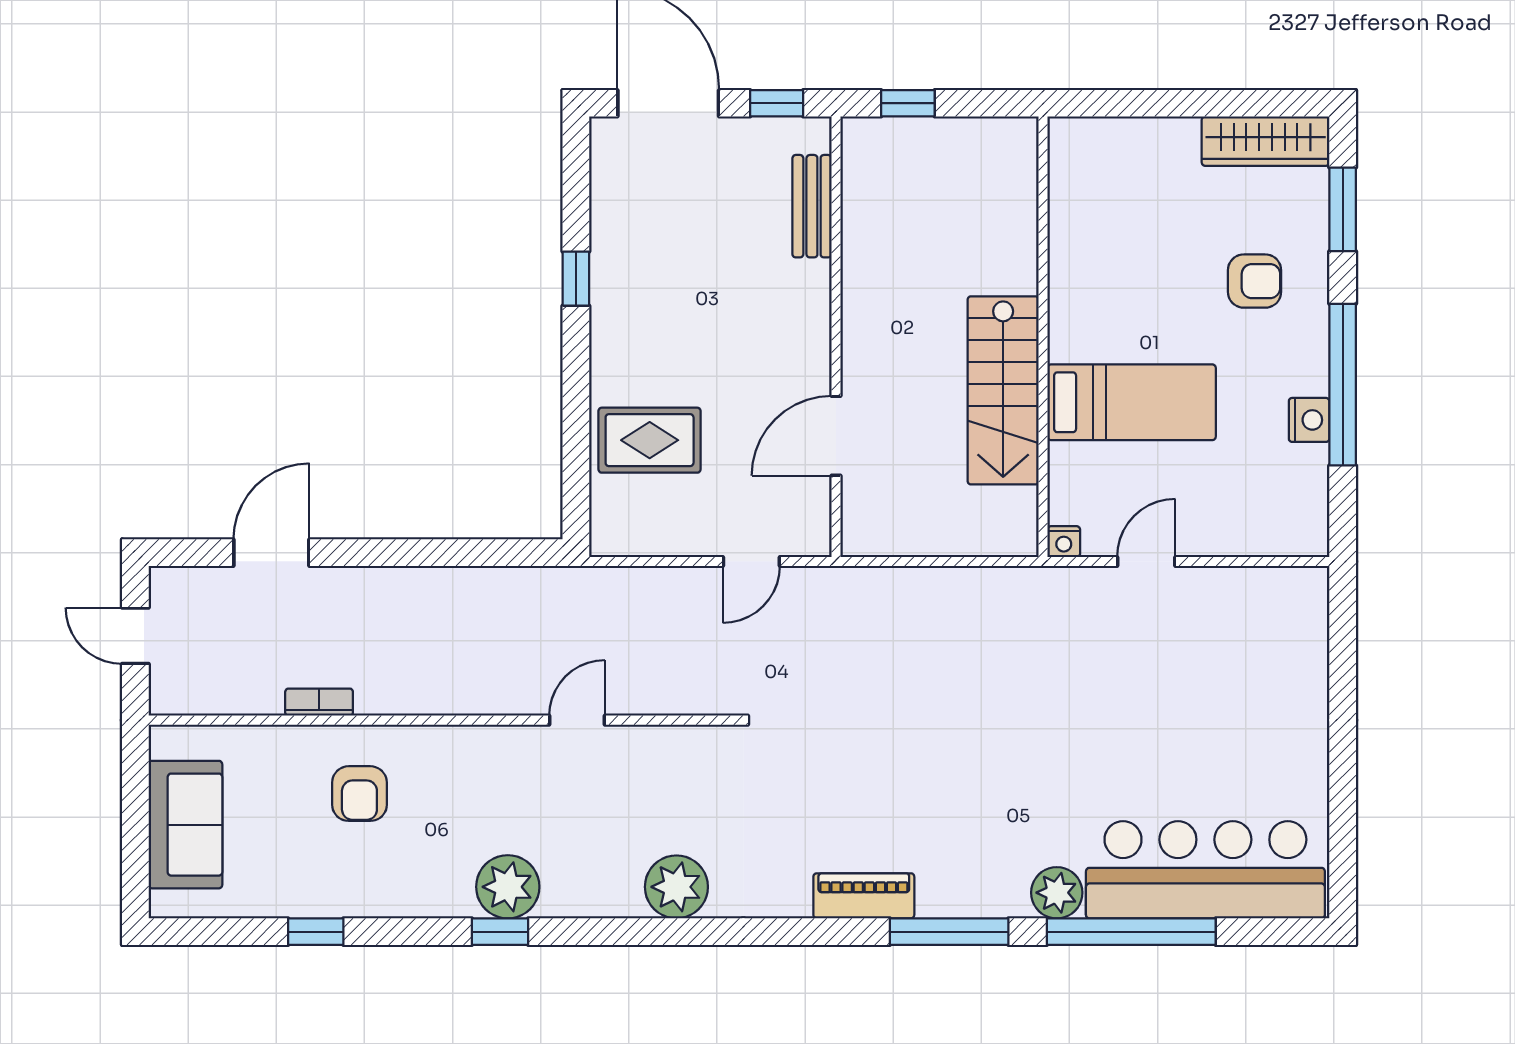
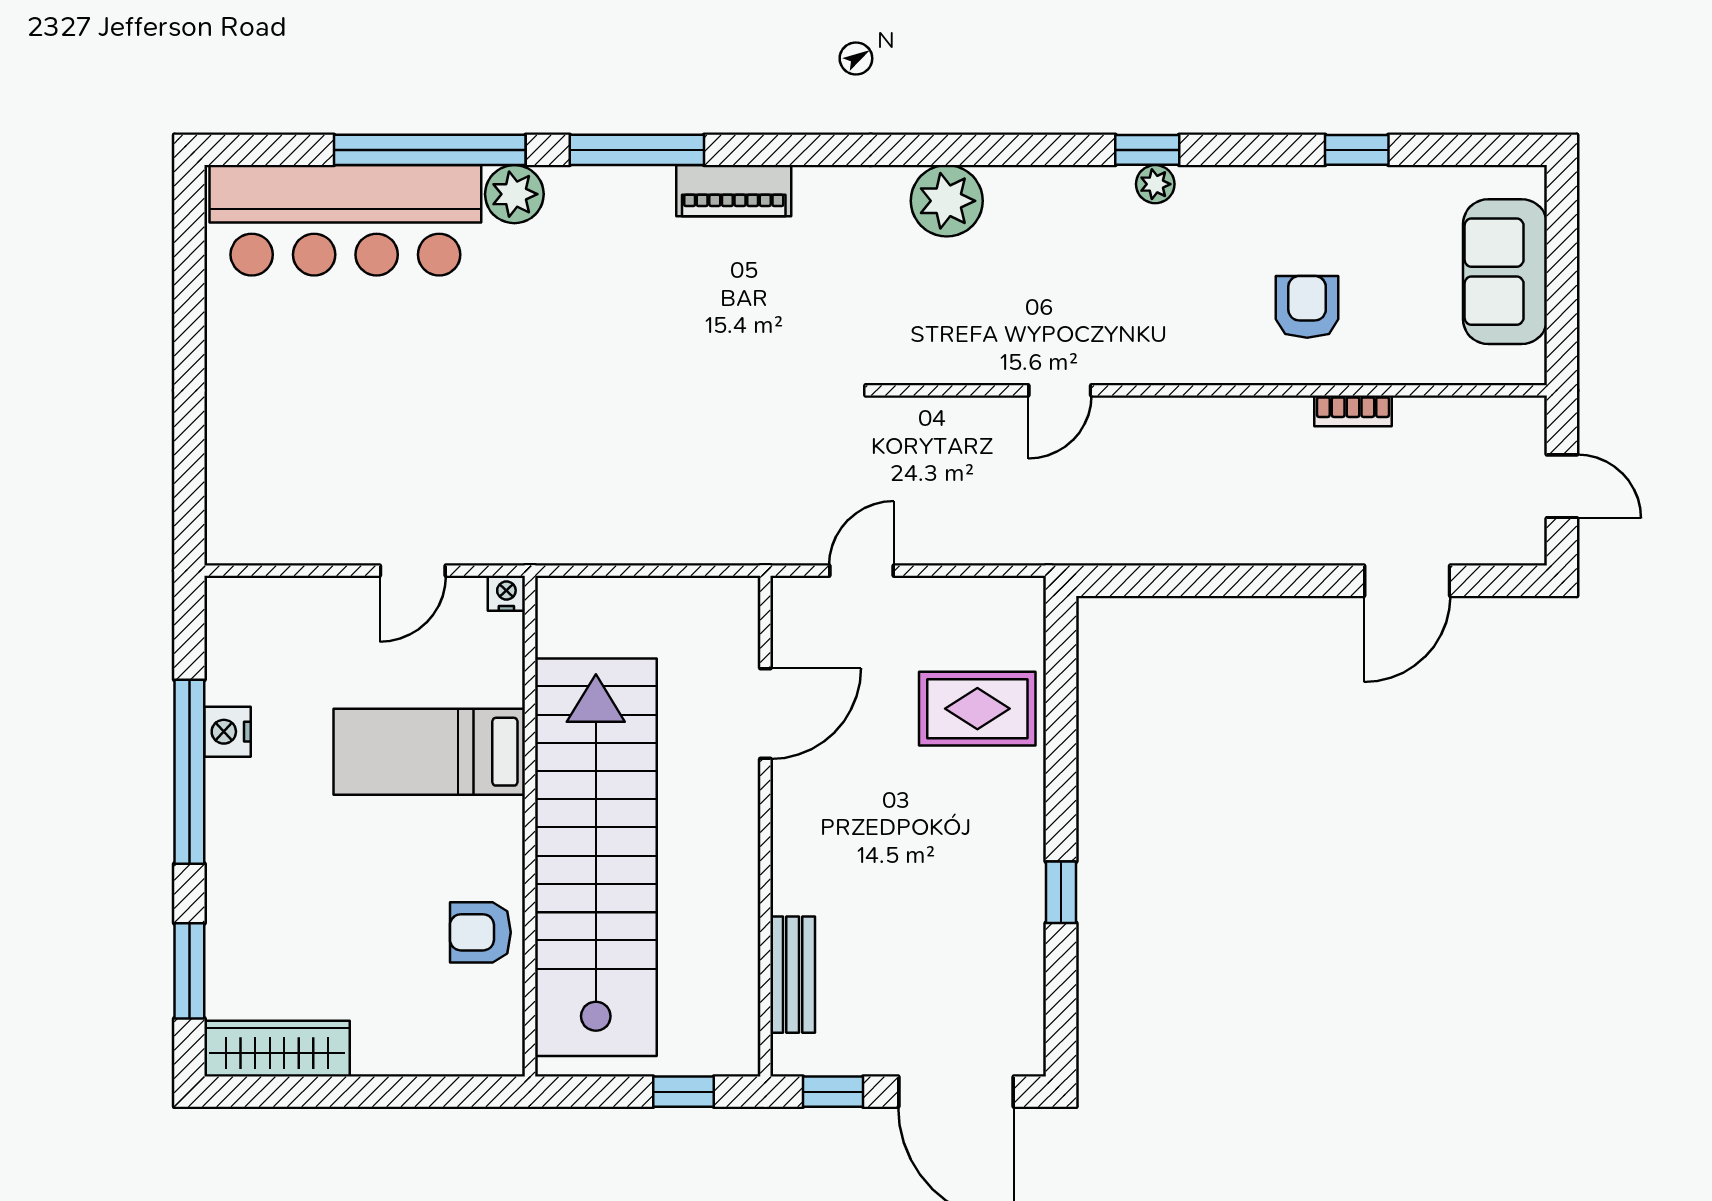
armchair: (1255, 281) -> (480, 932), moved
stairs: (1003, 390) -> (596, 857), width x1.86, depth x1.51
plant: (508, 887) -> (1155, 184), width x0.53, depth x0.53

